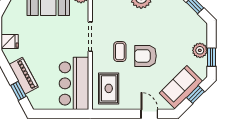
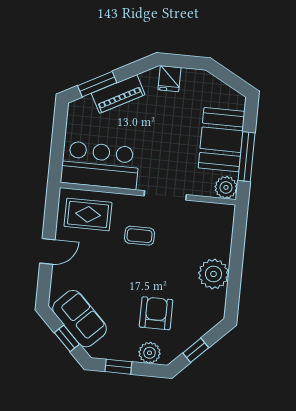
plant: (200, 50) -> (150, 353), moved
armchair: (145, 56) -> (156, 313), moved
window: (18, 91) -> (97, 84), width x1.50
door: (149, 114) -> (47, 251), moved

